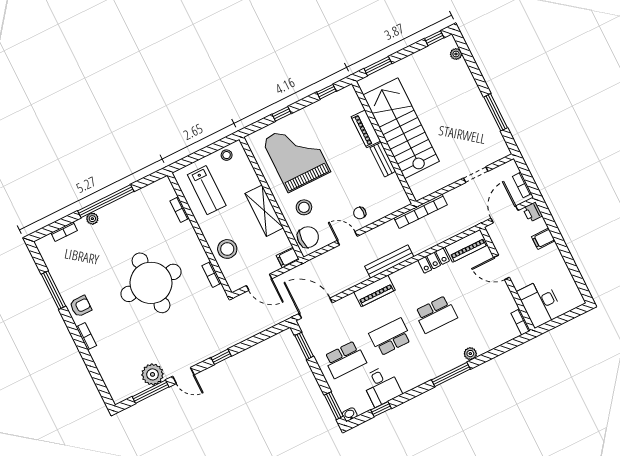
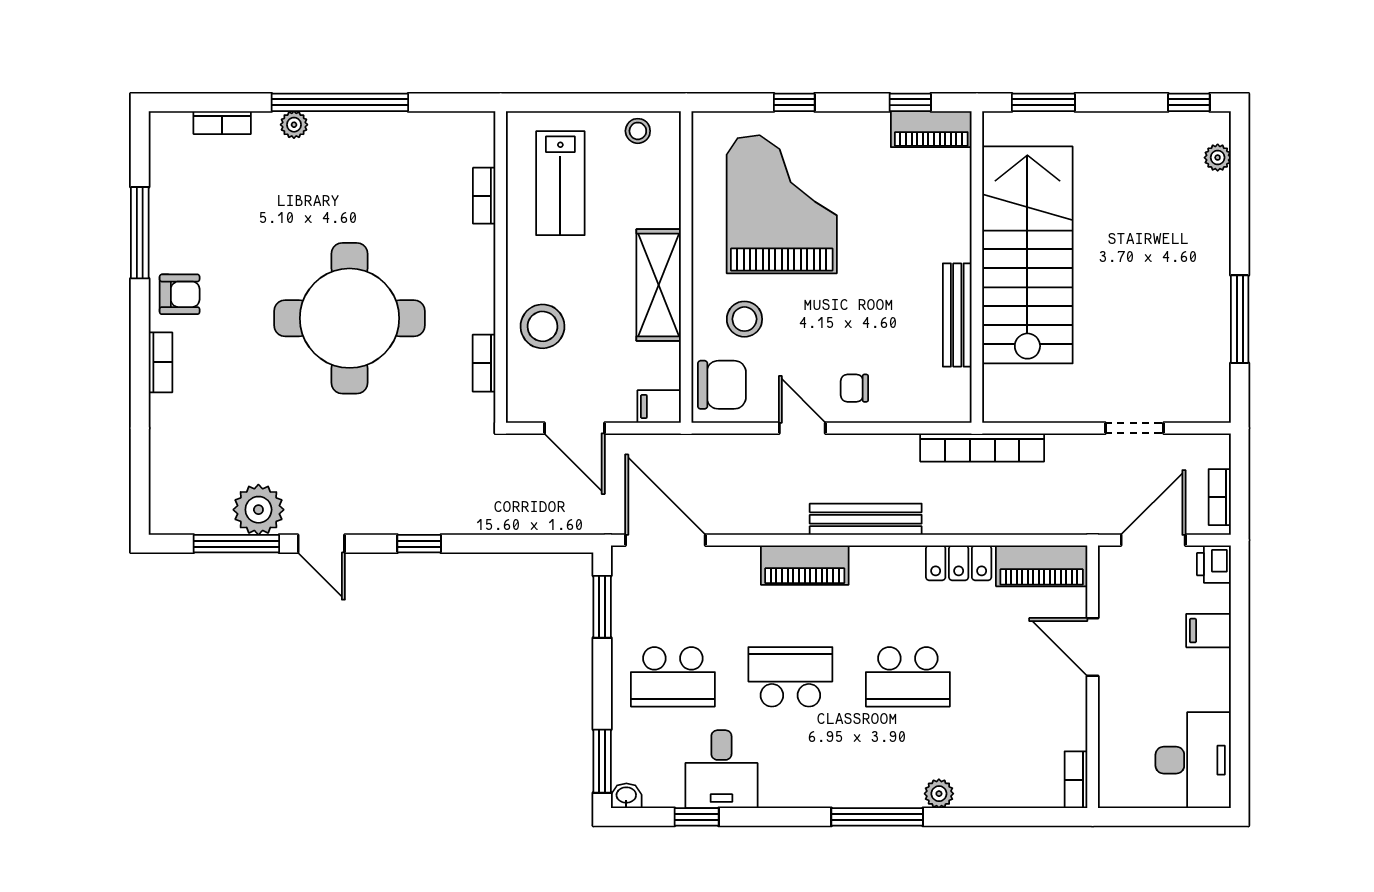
piano: (366, 129) -> (931, 129), moved, turned -90
bench: (383, 160) -> (957, 315), width x1.36
desk: (540, 303) -> (1193, 760), moved, turned 180

